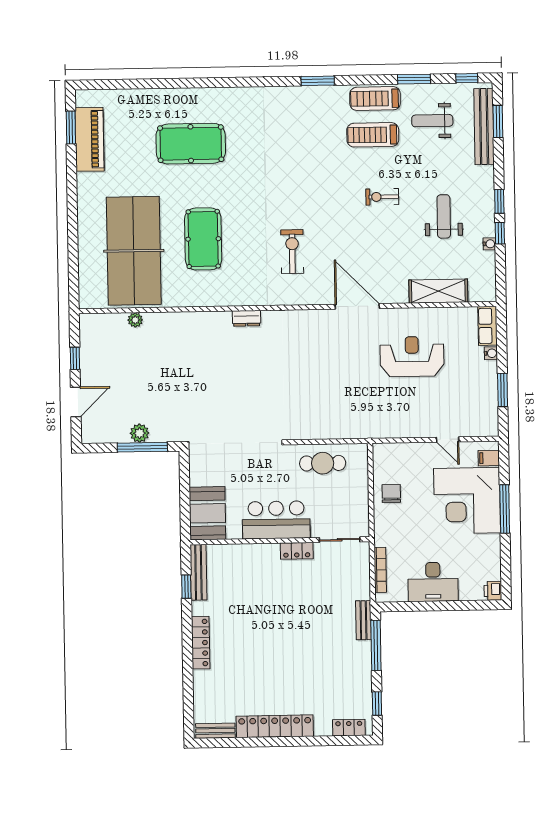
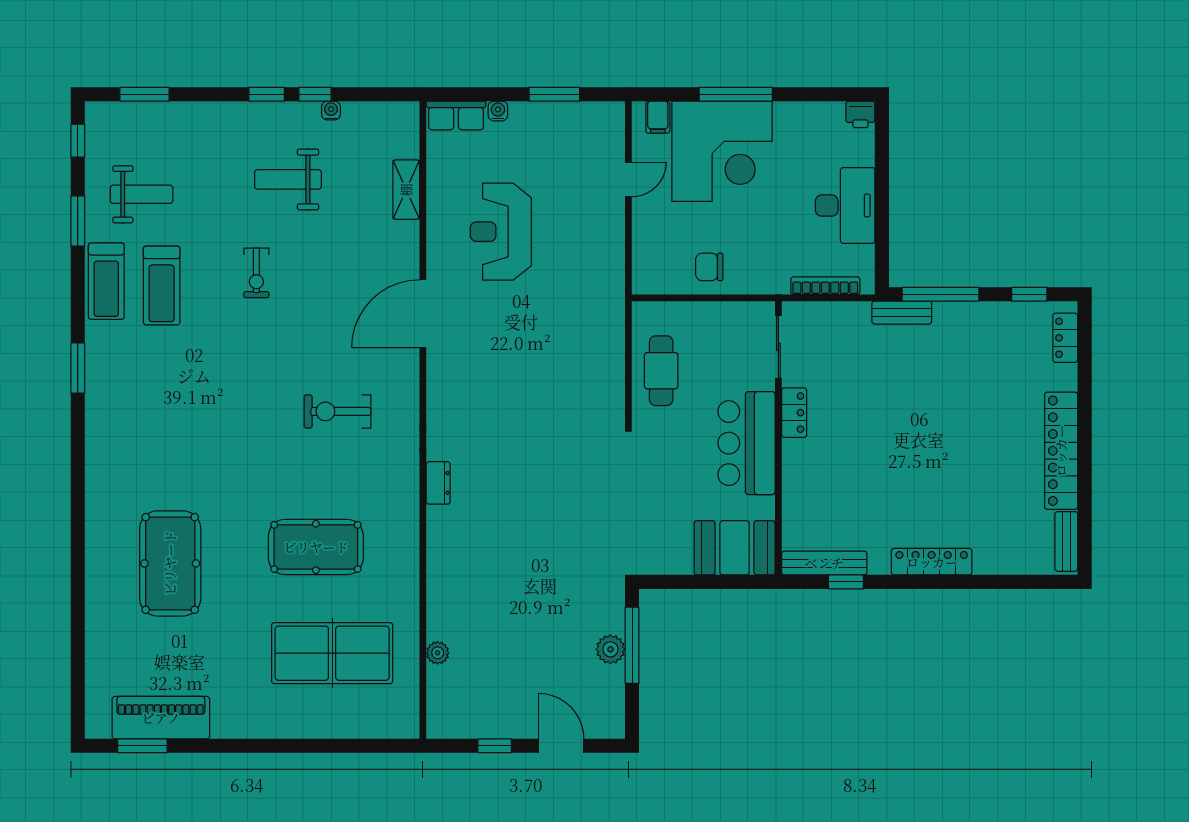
weight bench: (432, 121) -> (142, 194), turned -90
bench: (484, 127) -> (152, 116), removed
table tennis table: (134, 251) -> (332, 653), width x0.73, depth x0.76
shelving: (438, 291) -> (406, 190), width x0.67, depth x0.75

